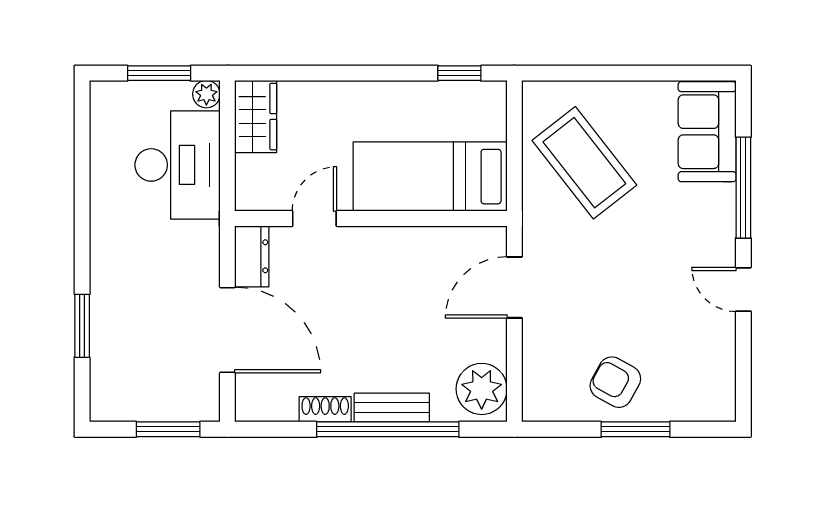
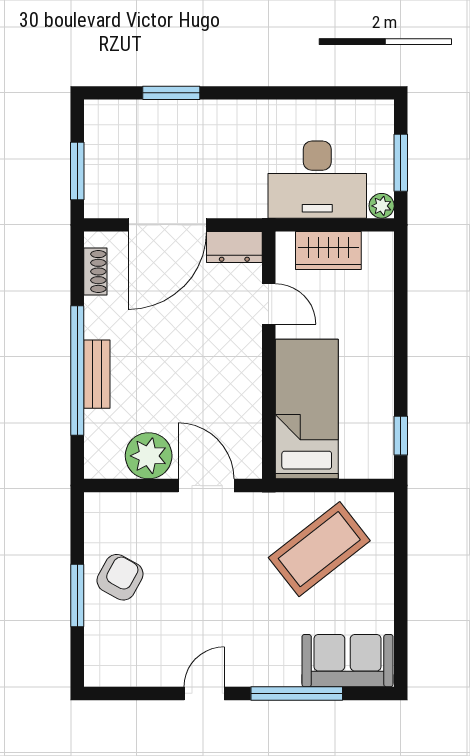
wardrobe: (256, 117) -> (328, 251), moved
plant: (482, 389) -> (149, 456), moved
shoe rack: (325, 409) -> (95, 271), moved

